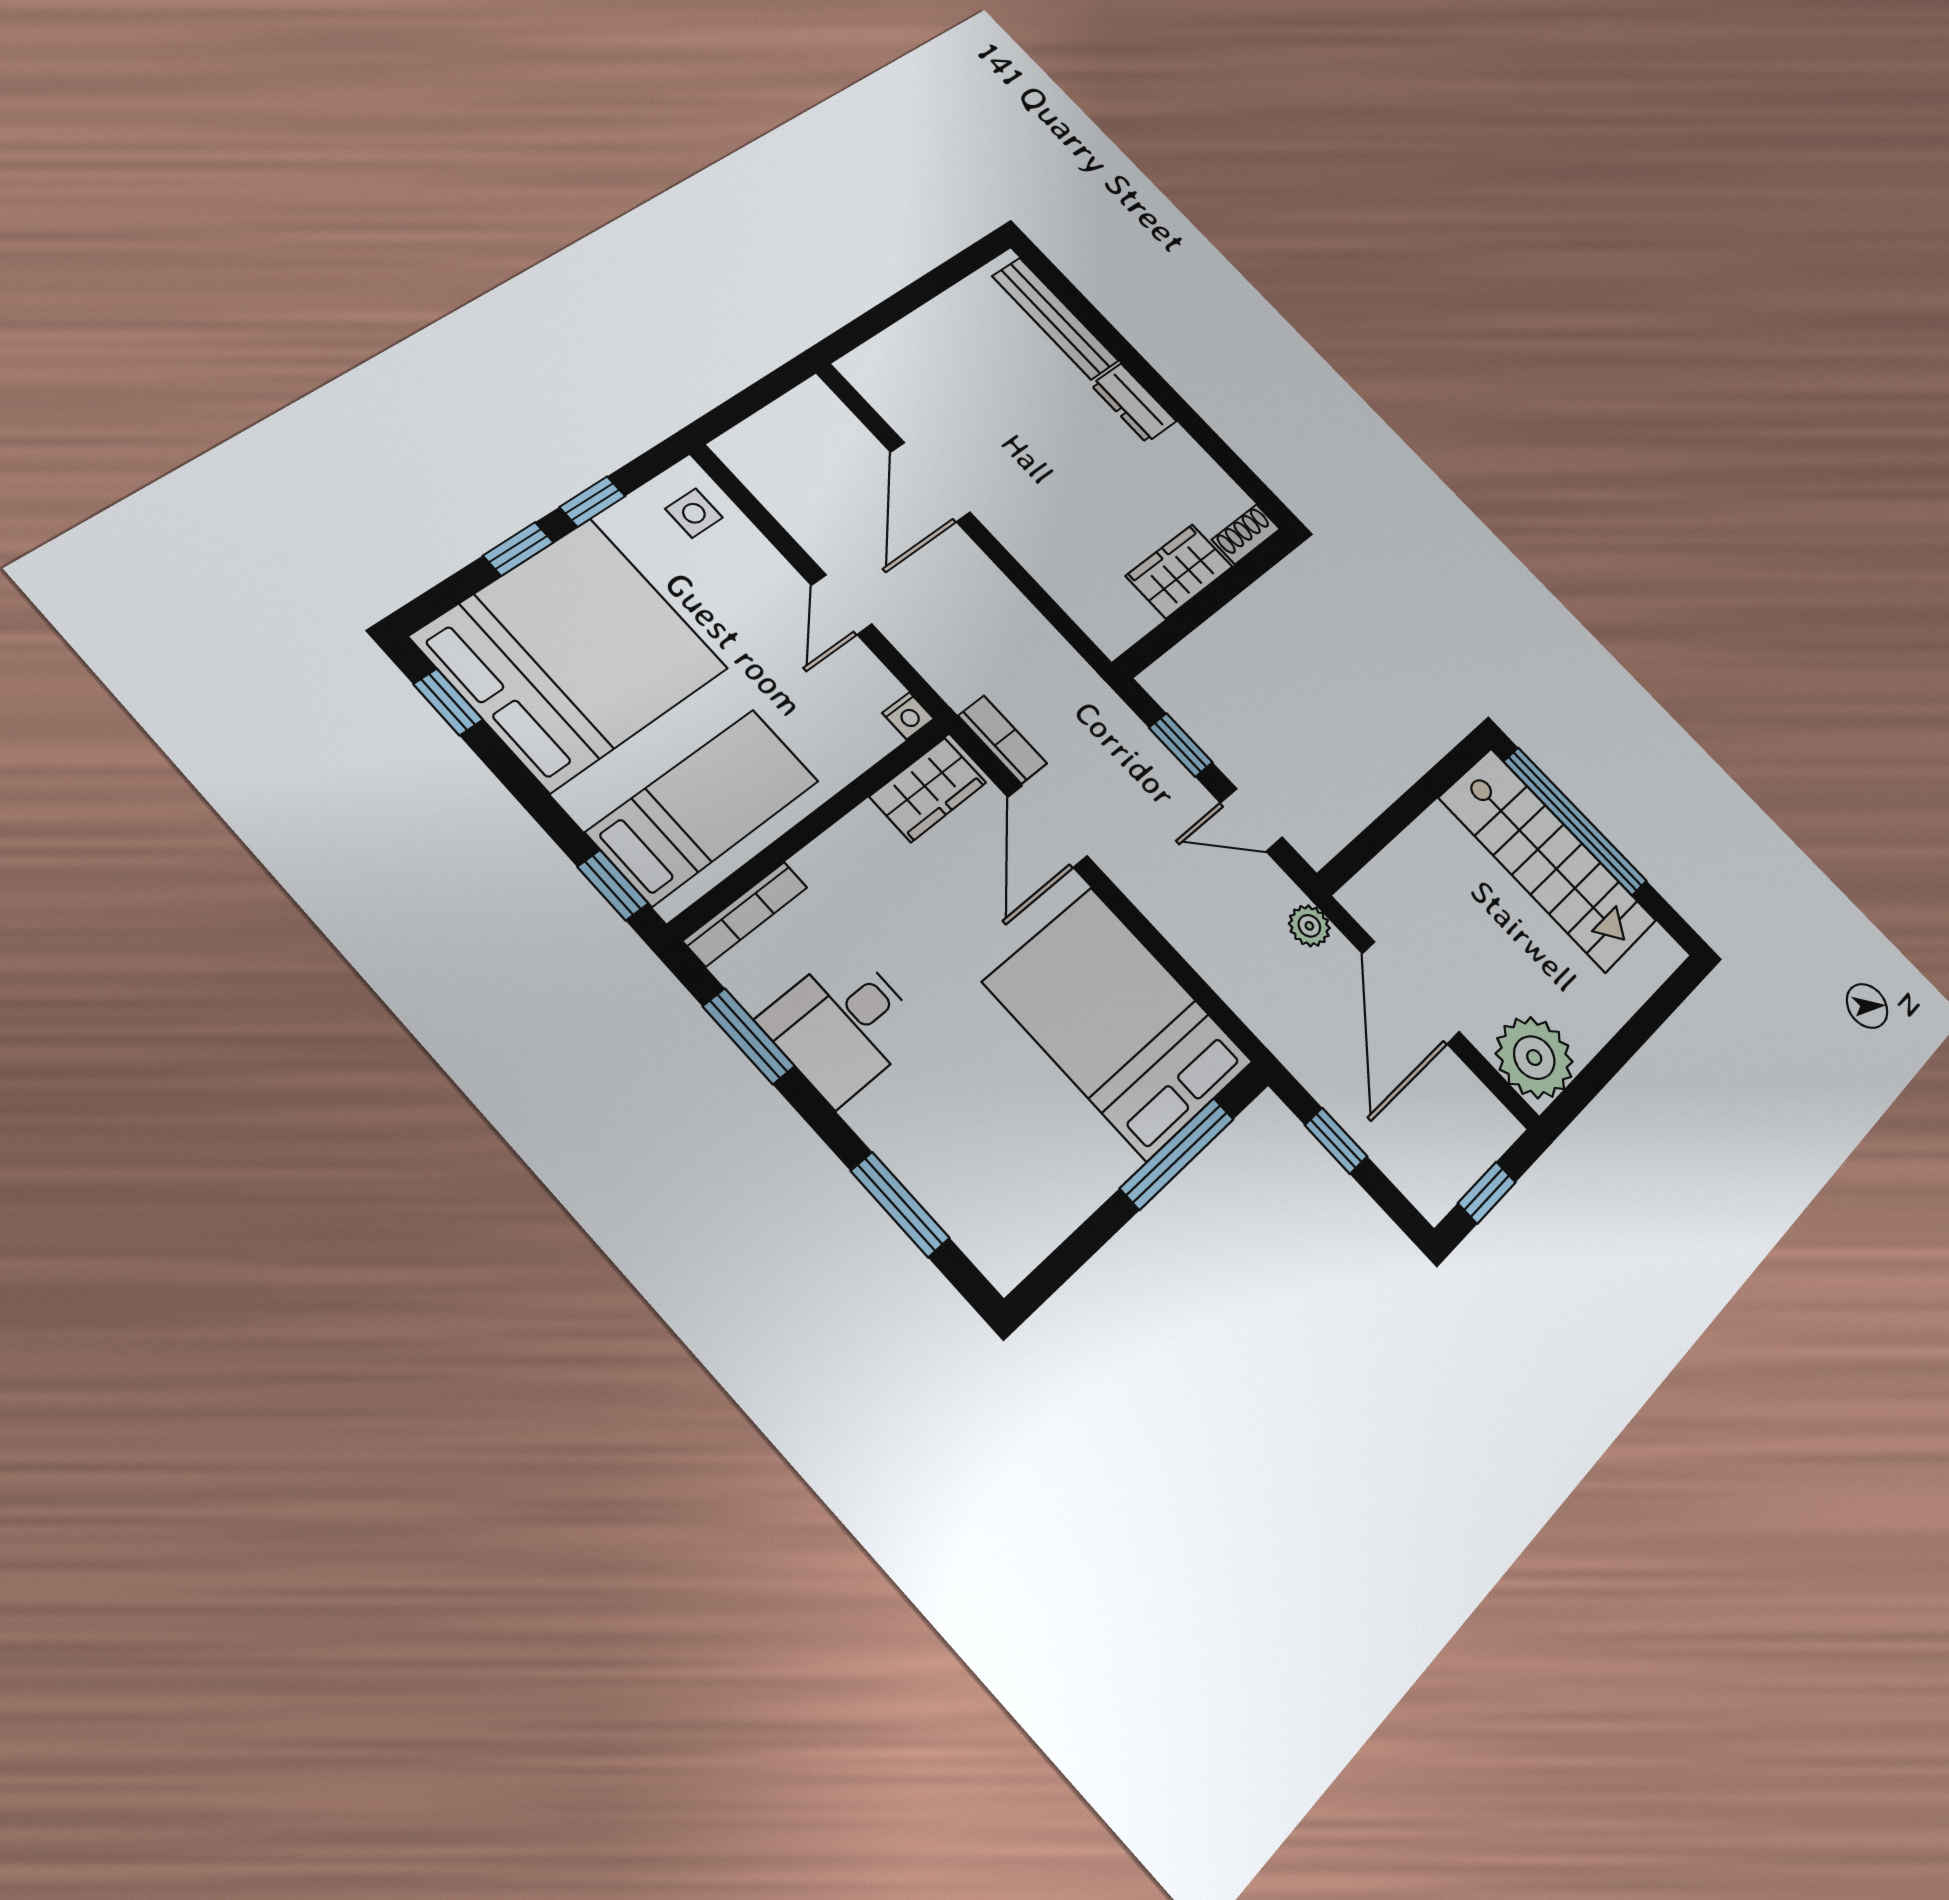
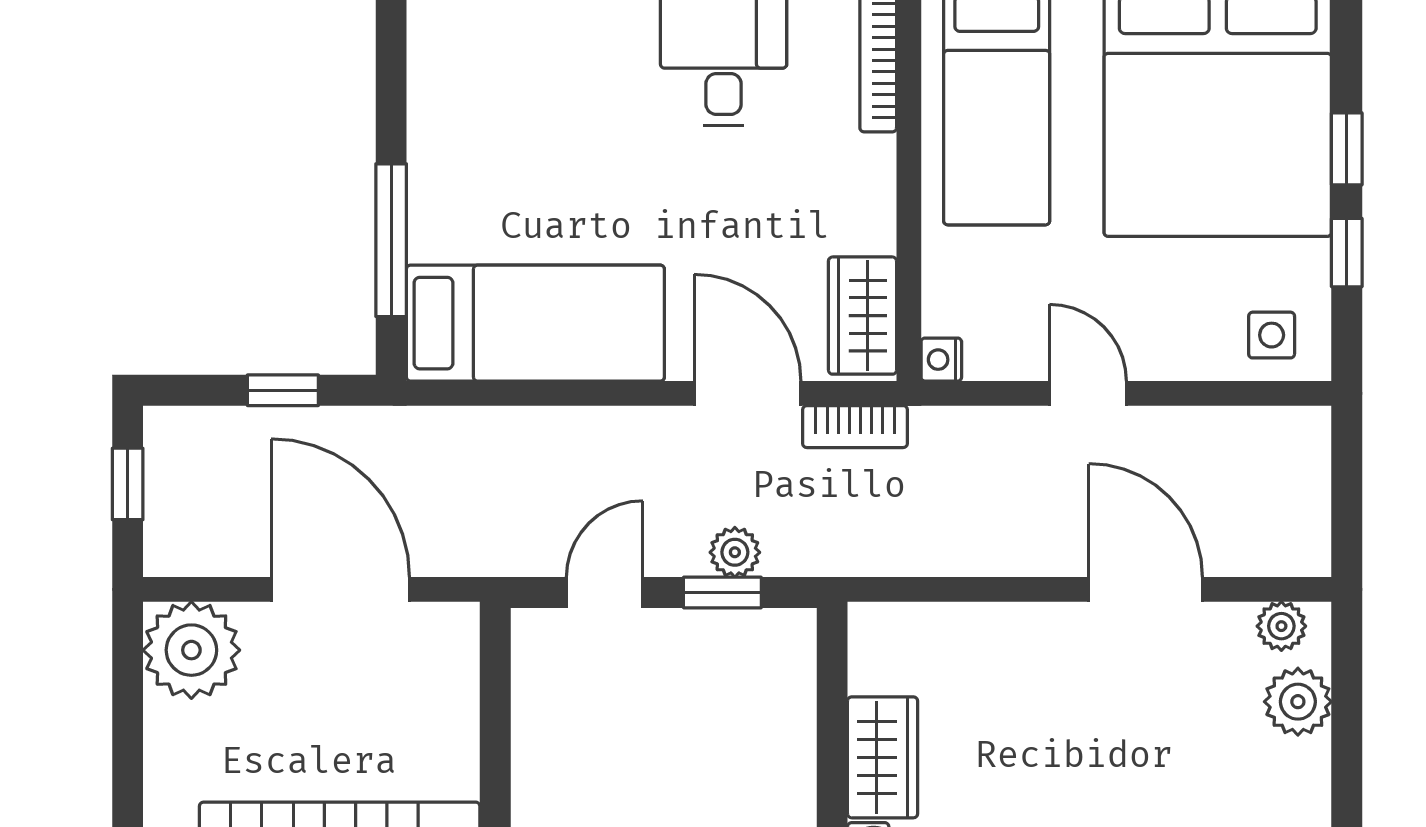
plant: (911, 345) -> (1298, 702), added
plant: (875, 384) -> (1281, 626), added
plant: (1309, 926) -> (735, 552), moved
bed: (1118, 1022) -> (535, 323), width x0.67

